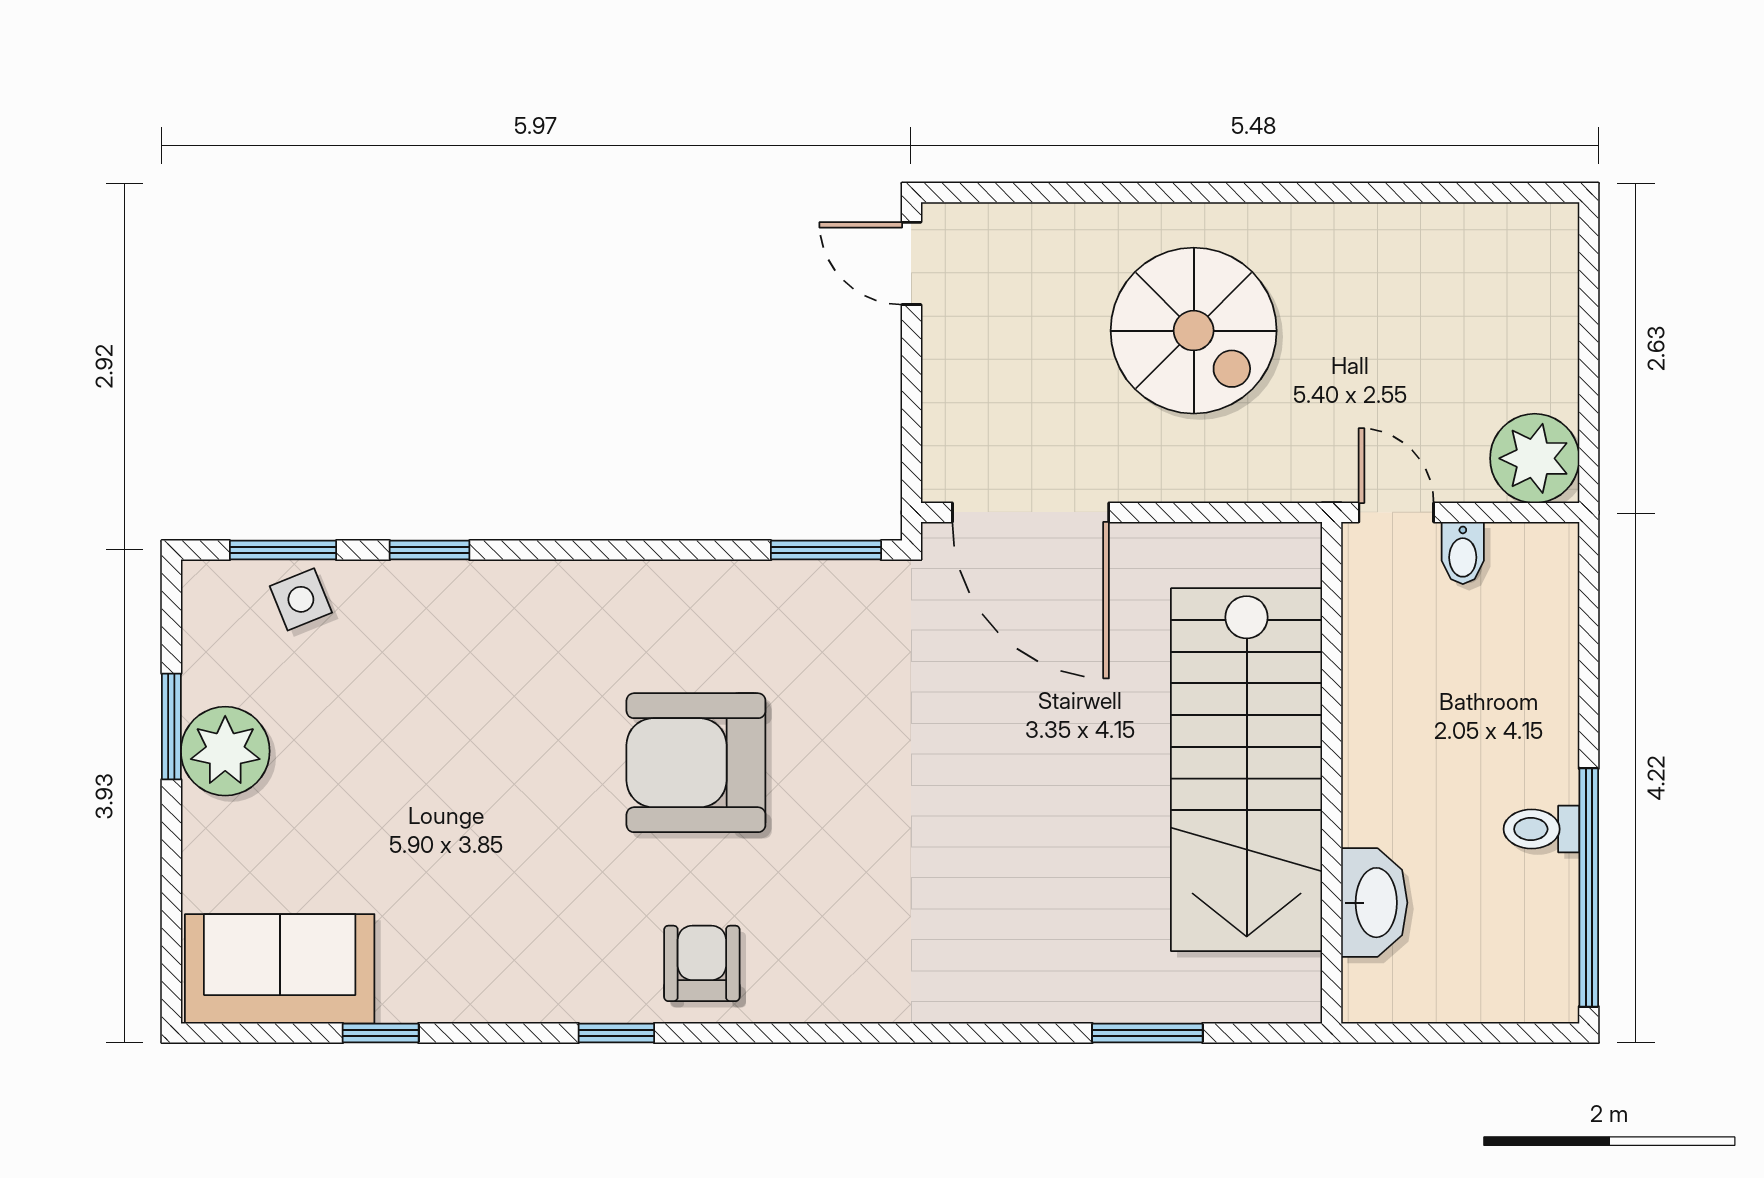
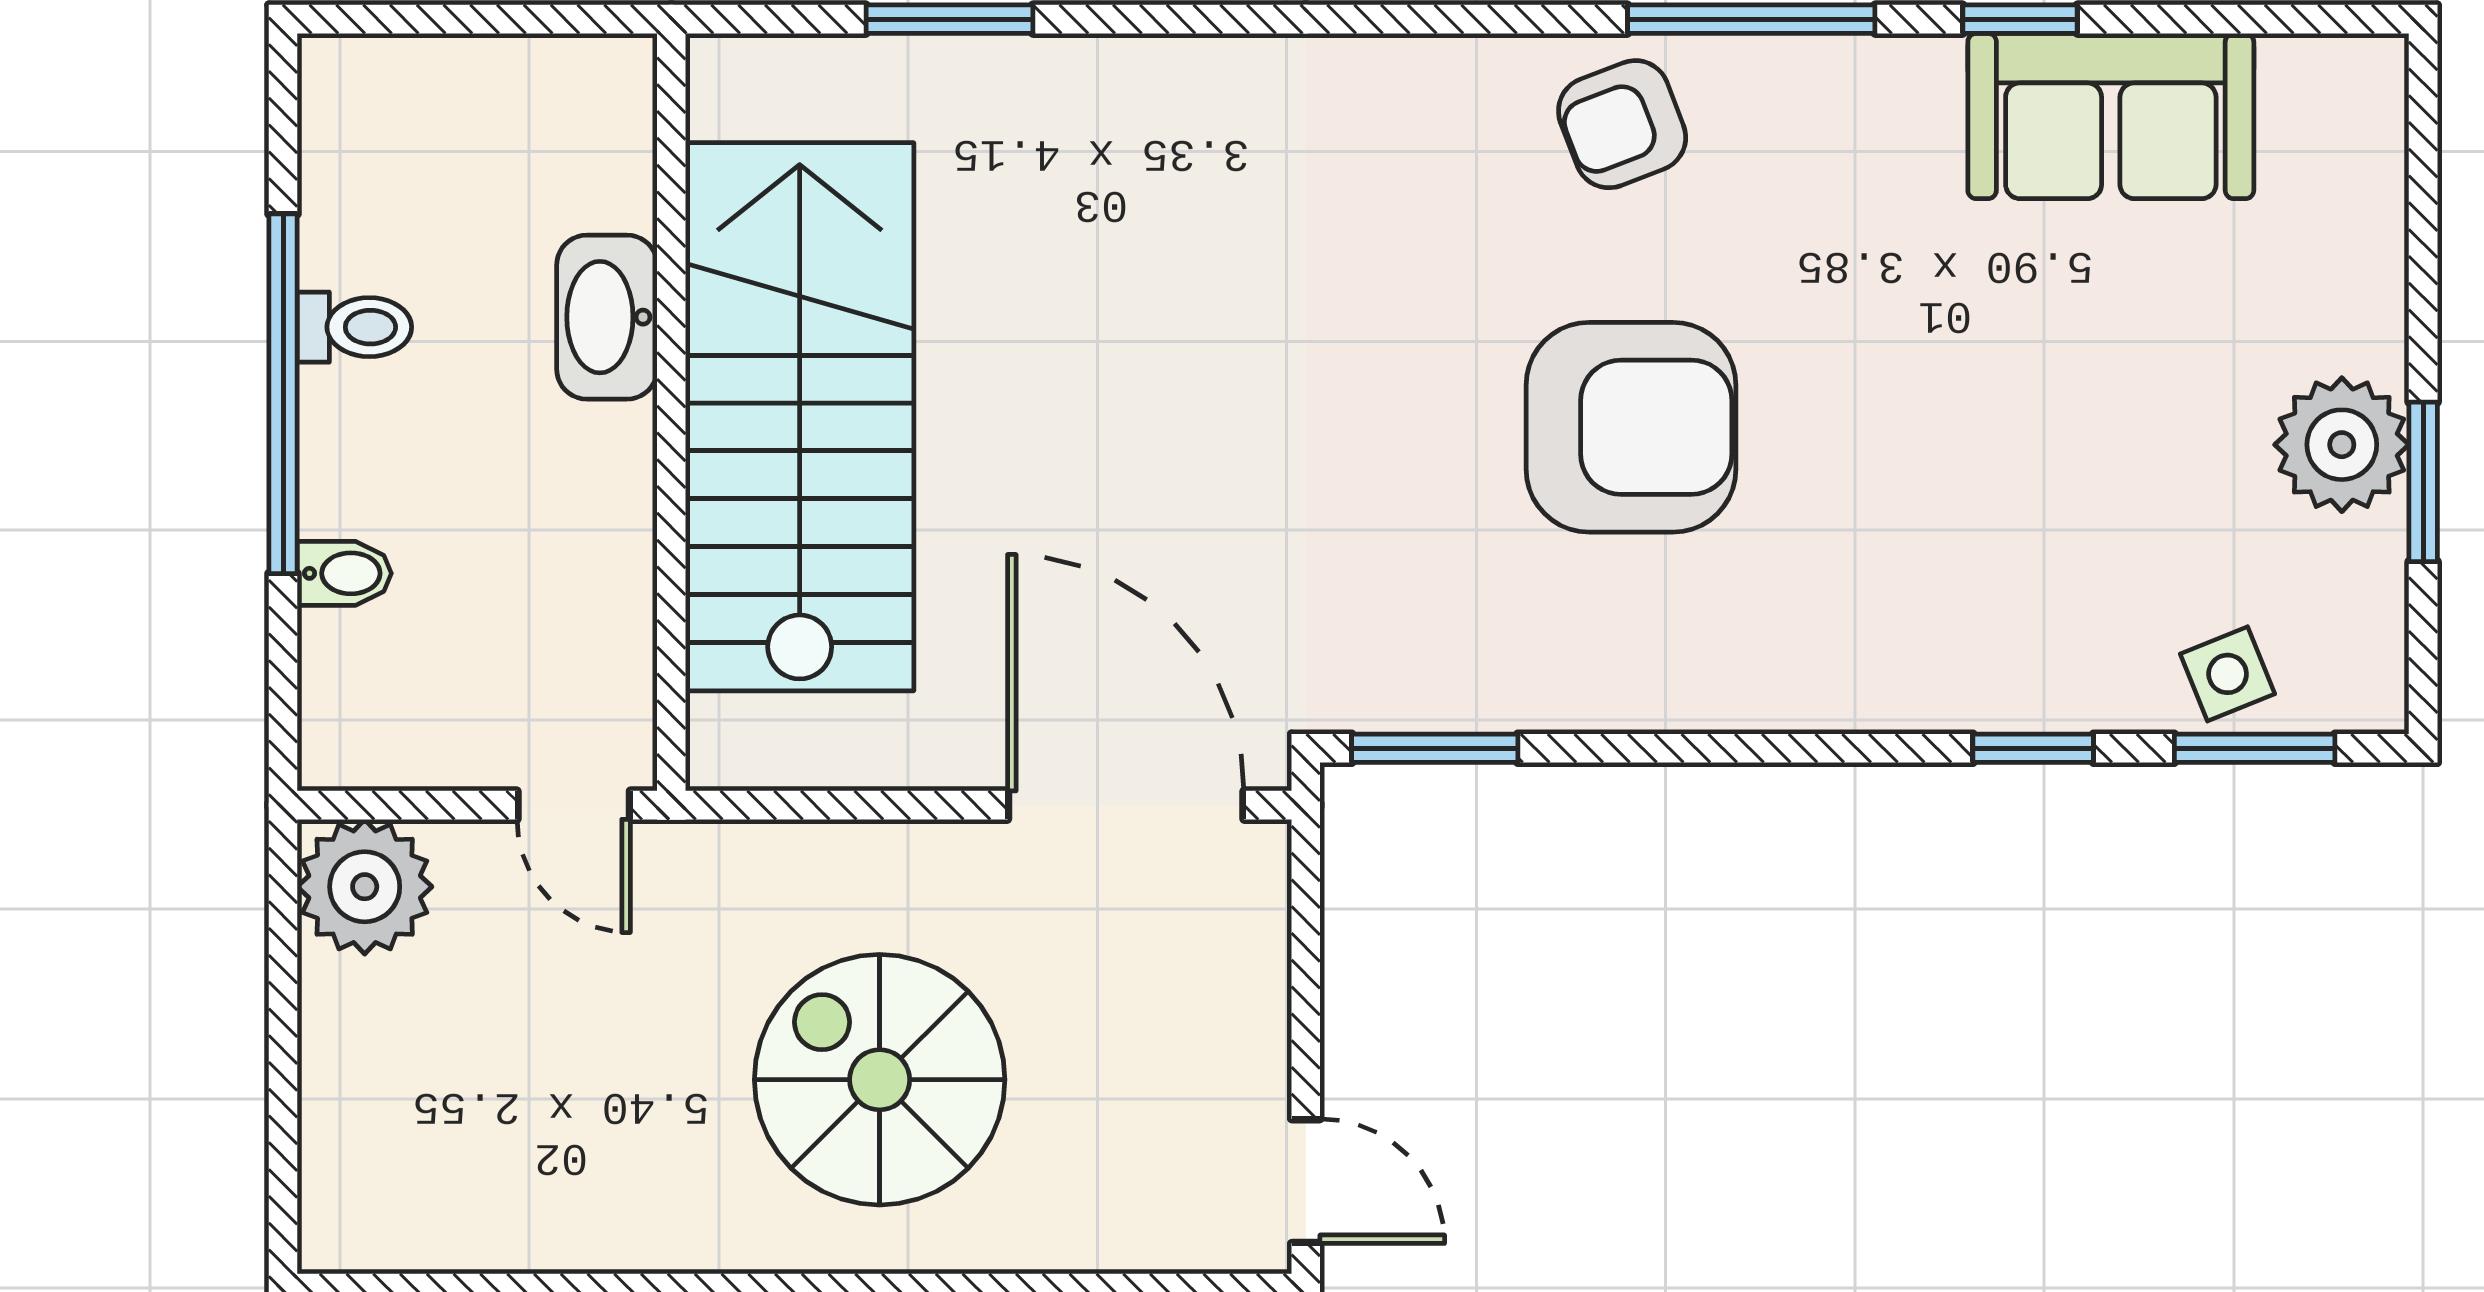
bidet: (1463, 553) -> (344, 573), moved, turned 90
window: (1589, 887) -> (283, 394), moved
washbasin: (1374, 903) -> (607, 317), moved
armchair: (702, 963) -> (1622, 124), turned 69
sofa: (280, 969) -> (2111, 116), moved
window: (381, 1033) -> (2020, 19), moved
window: (616, 1033) -> (1751, 19), width x2.17

